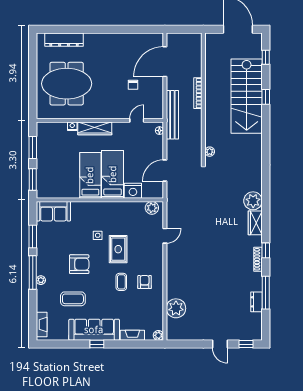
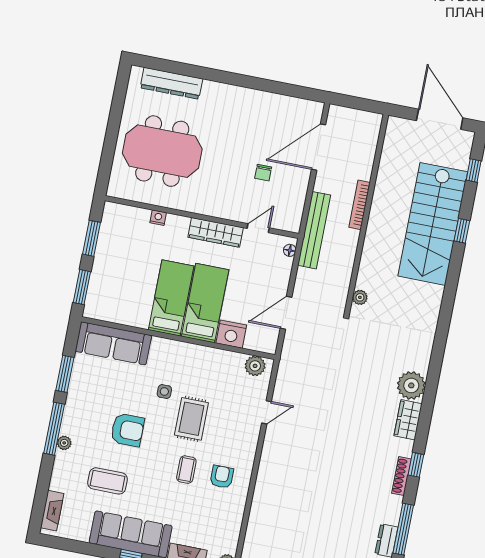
wardrobe: (95, 128) -> (216, 232), moved
sofa: (53, 211) -> (113, 343), width x1.36
plant: (176, 308) -> (262, 526), removed

